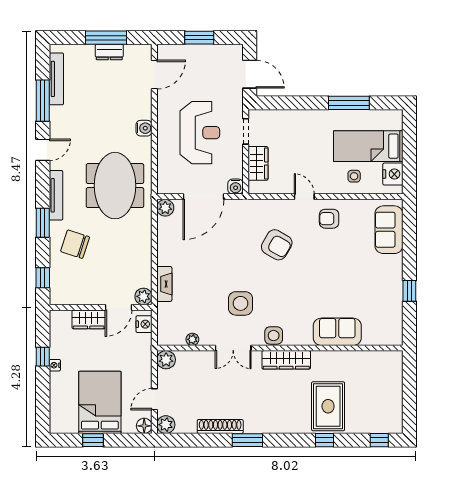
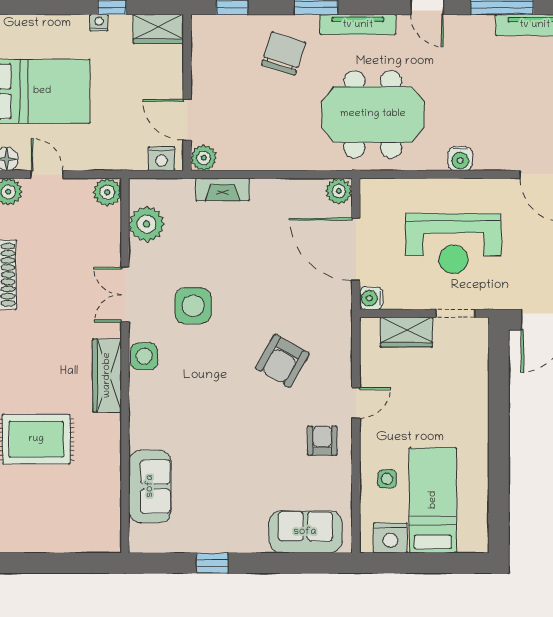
window: (349, 103) -> (499, 471), removed
wardrobe: (89, 319) -> (158, 29), moved, turned -90
sofa: (337, 332) -> (150, 486), moved
plant: (192, 339) -> (147, 224), width x1.88, depth x1.88

